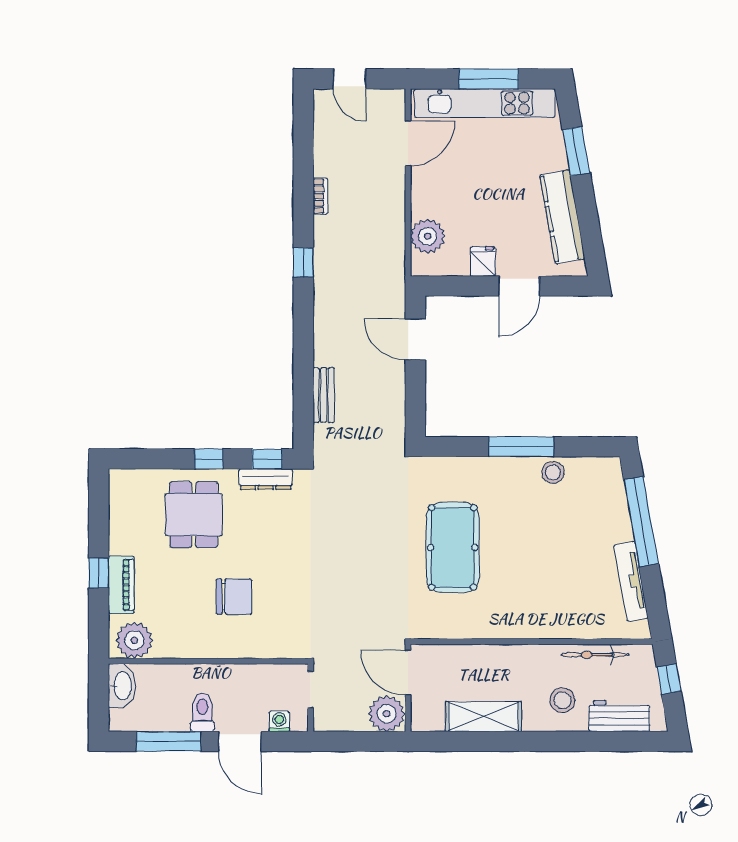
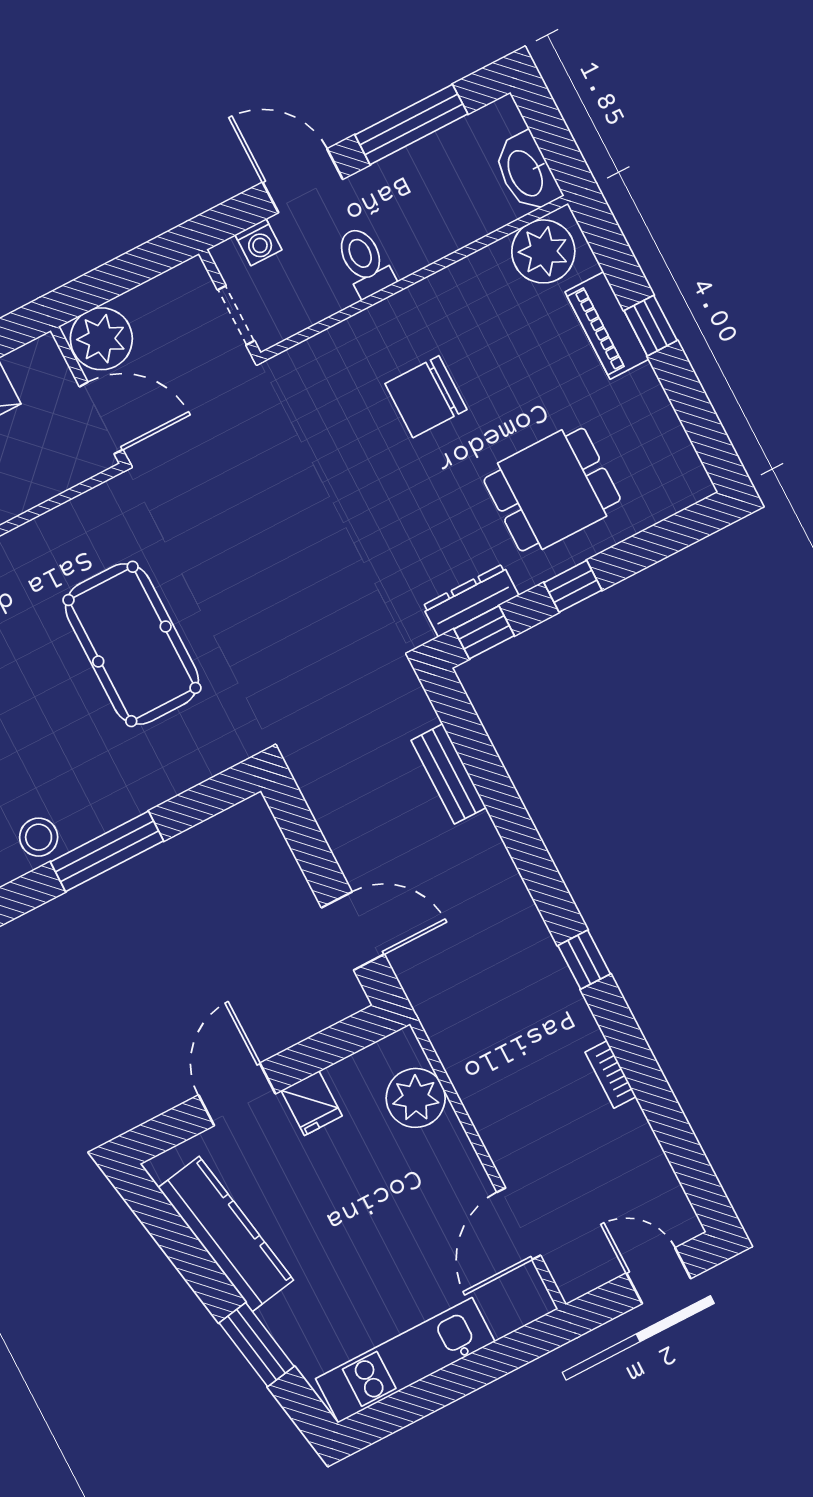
window: (489, 79) -> (447, 1385), removed
kitchen unit: (485, 103) -> (405, 1360), width x0.73
dining table: (194, 515) -> (552, 490), turned 90
toilet: (202, 712) -> (364, 262), moved, turned 180

